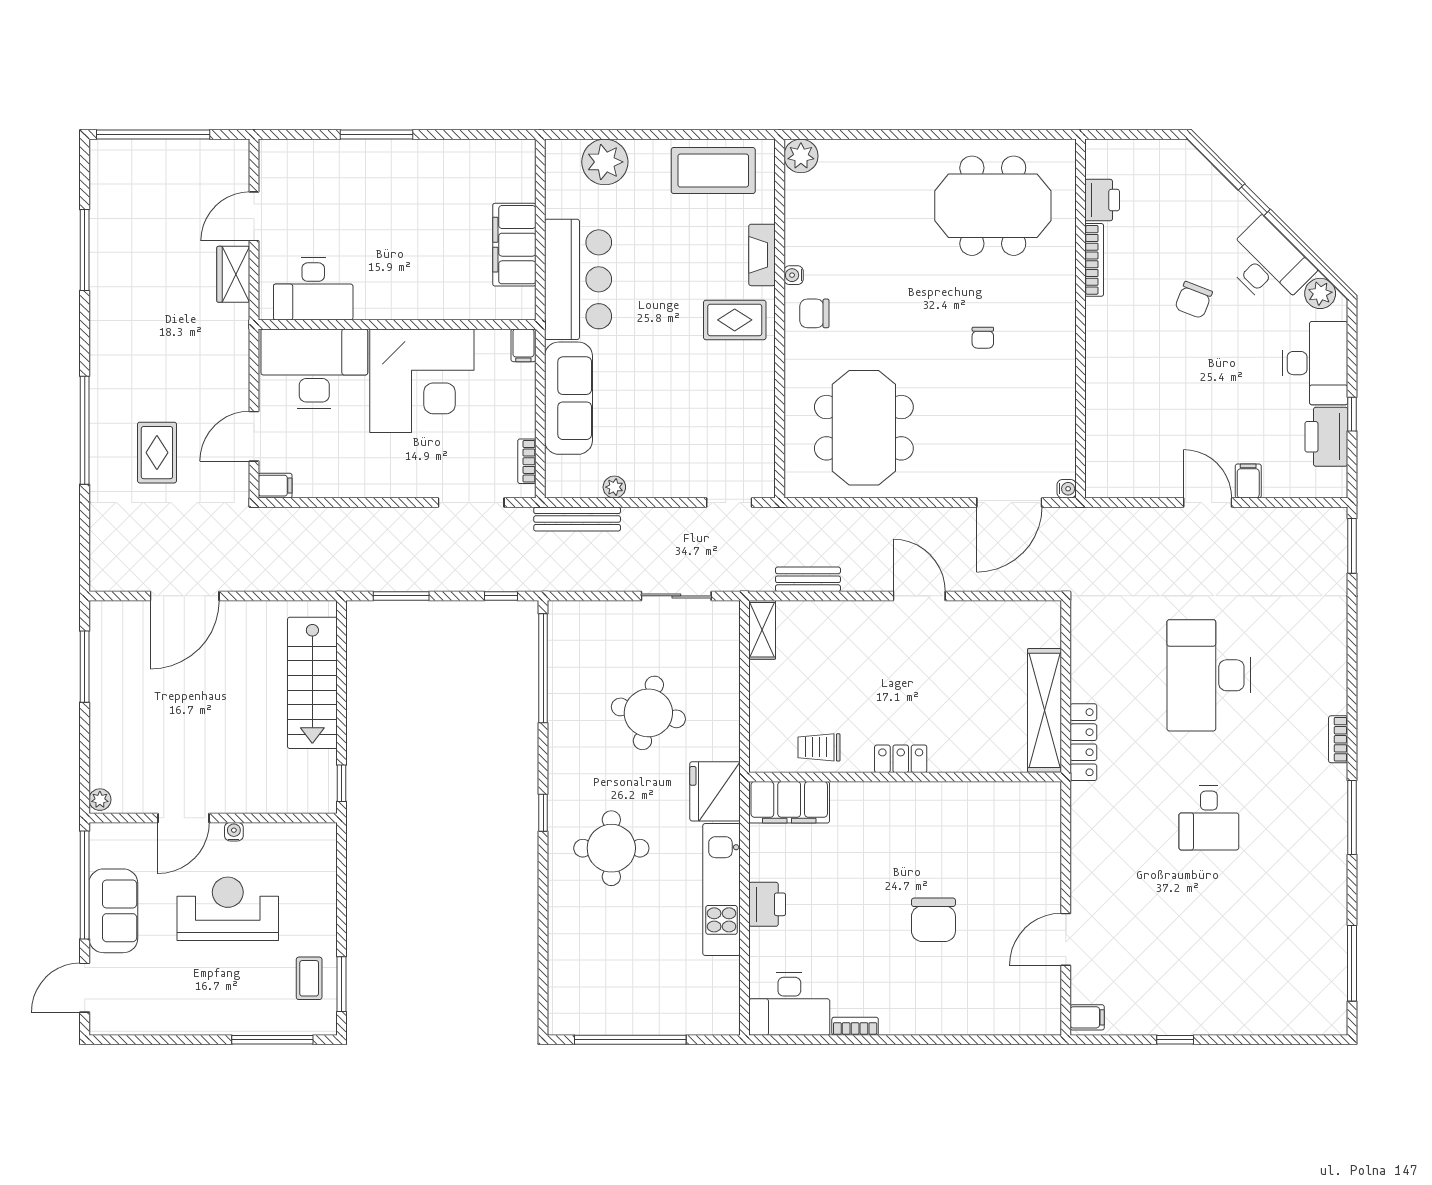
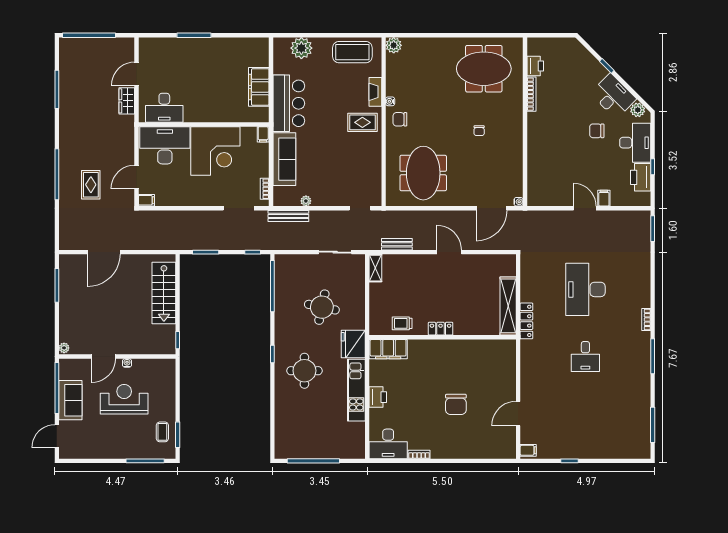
chair: (1194, 300) -> (597, 131), moved, turned 69

